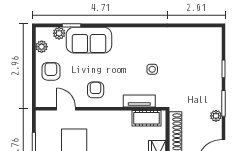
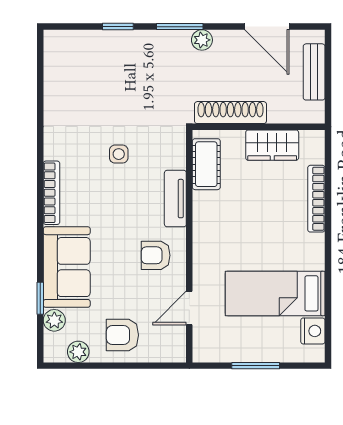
bookcase: (130, 32) -> (52, 193), added
tv unit: (139, 101) -> (175, 199), moved

